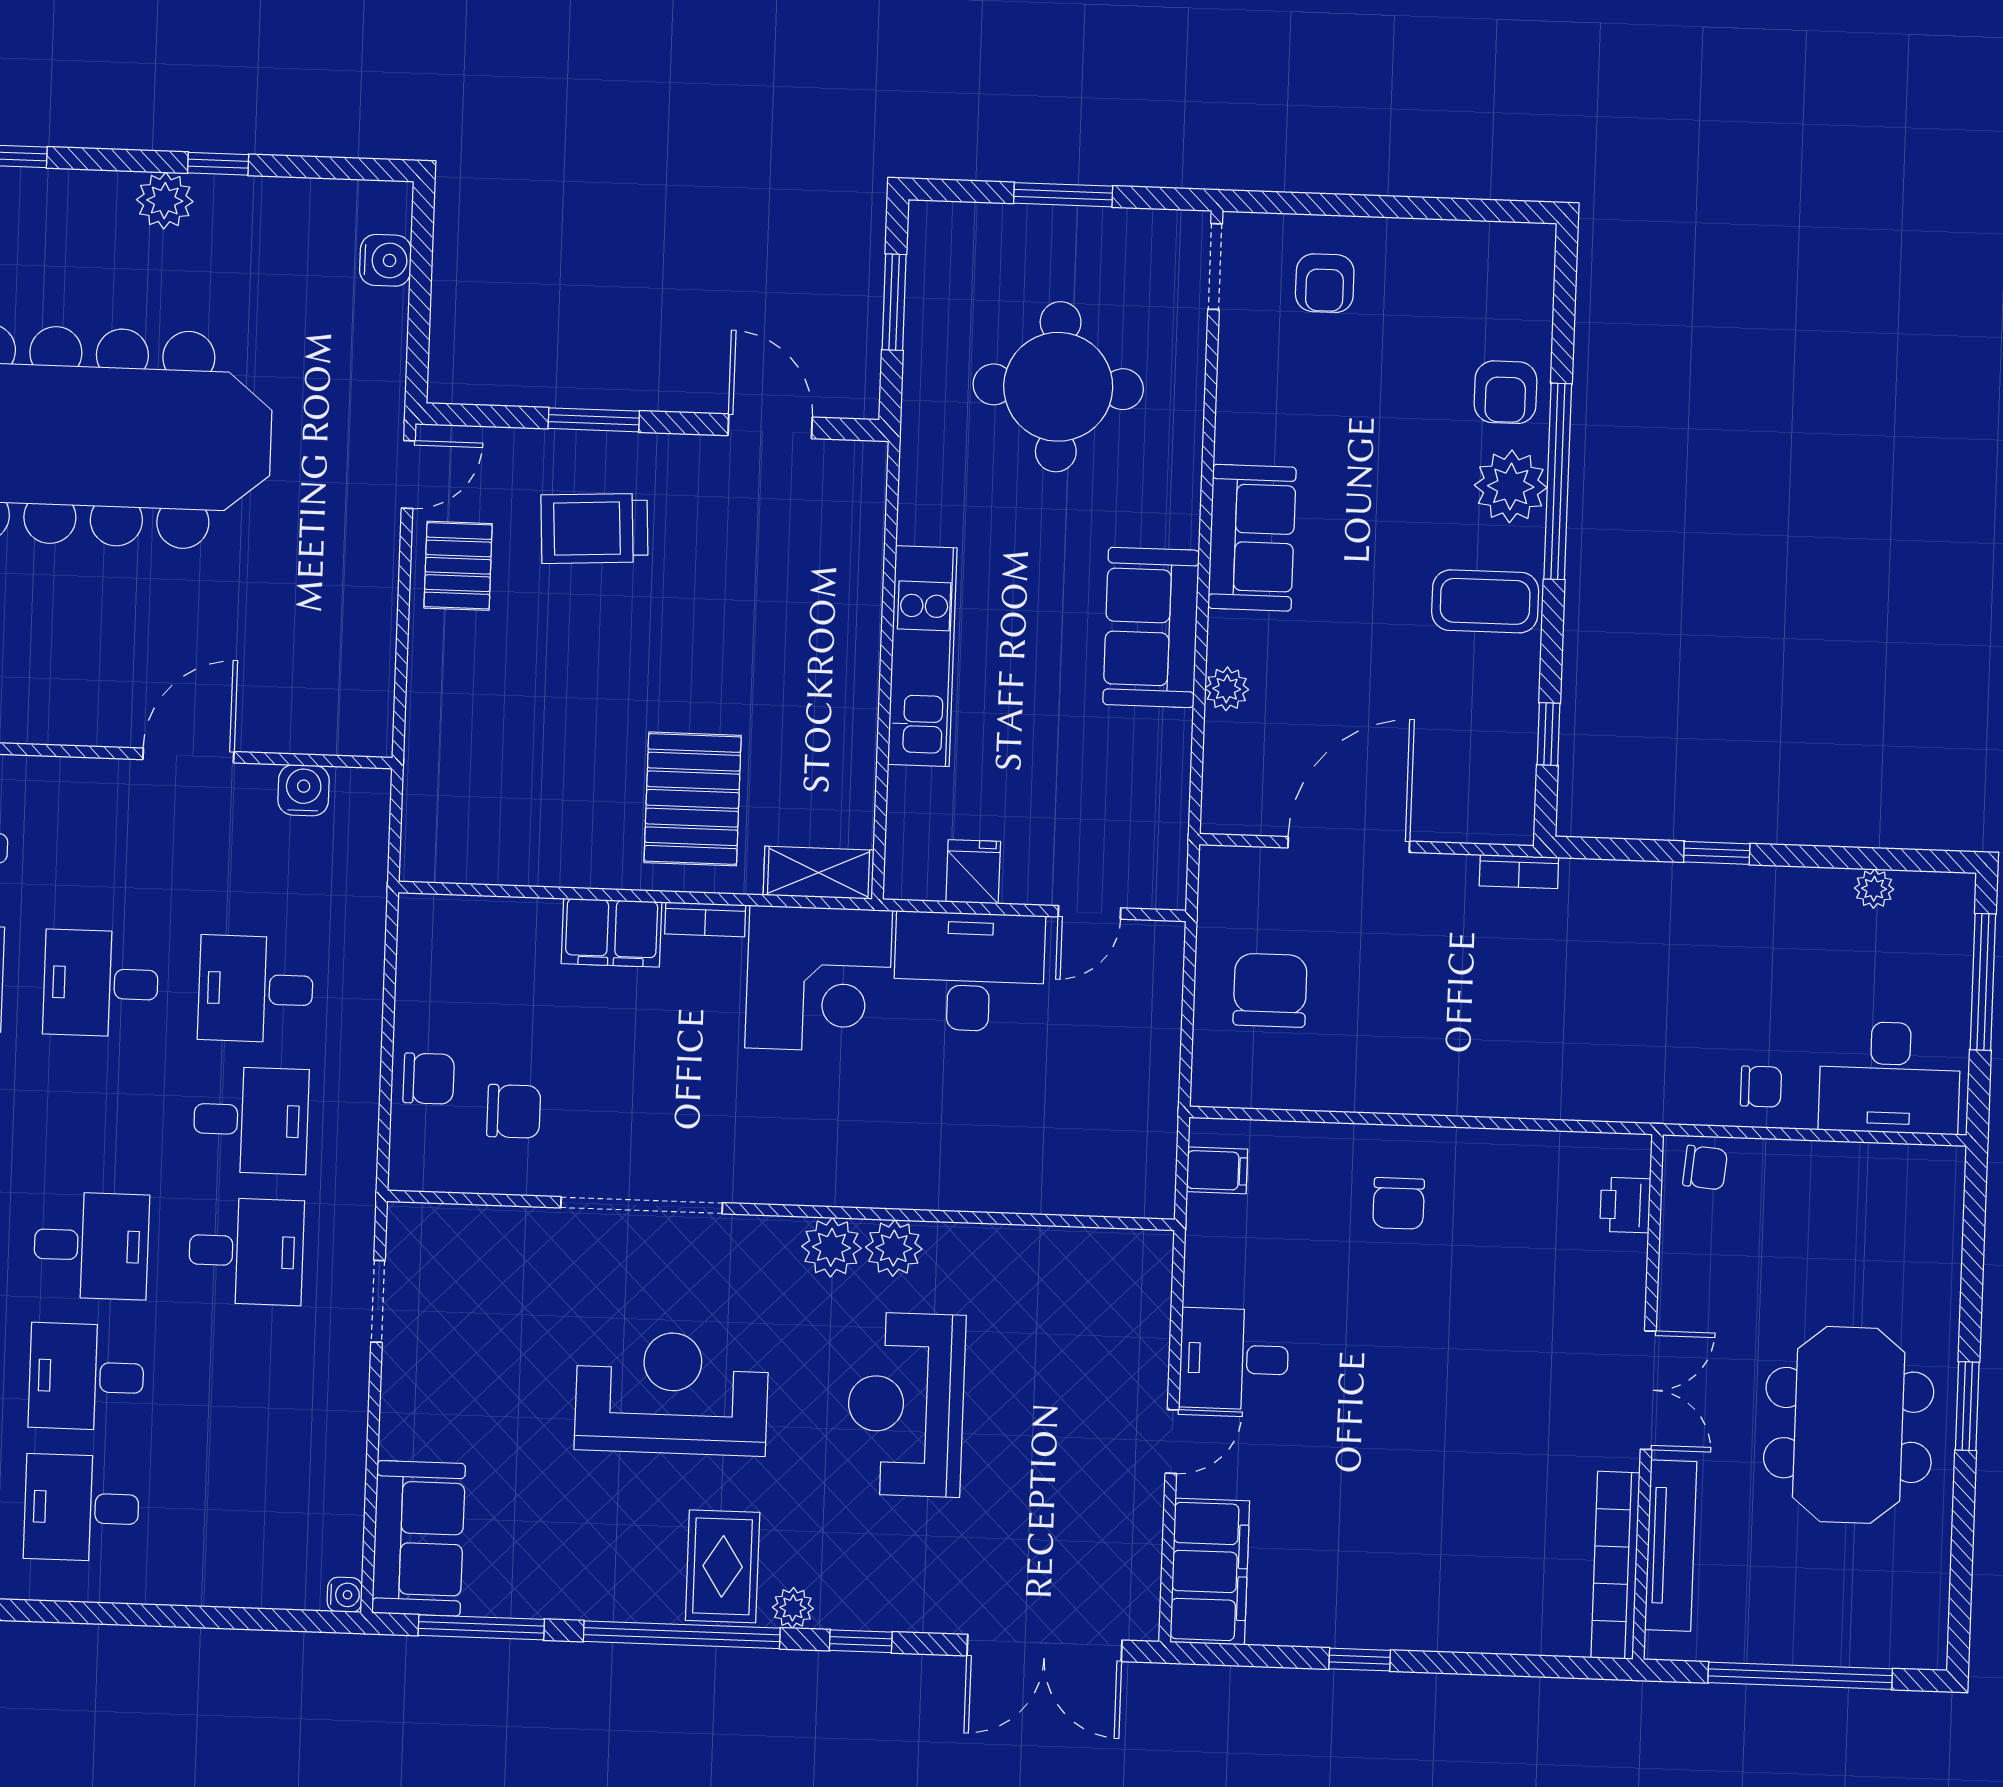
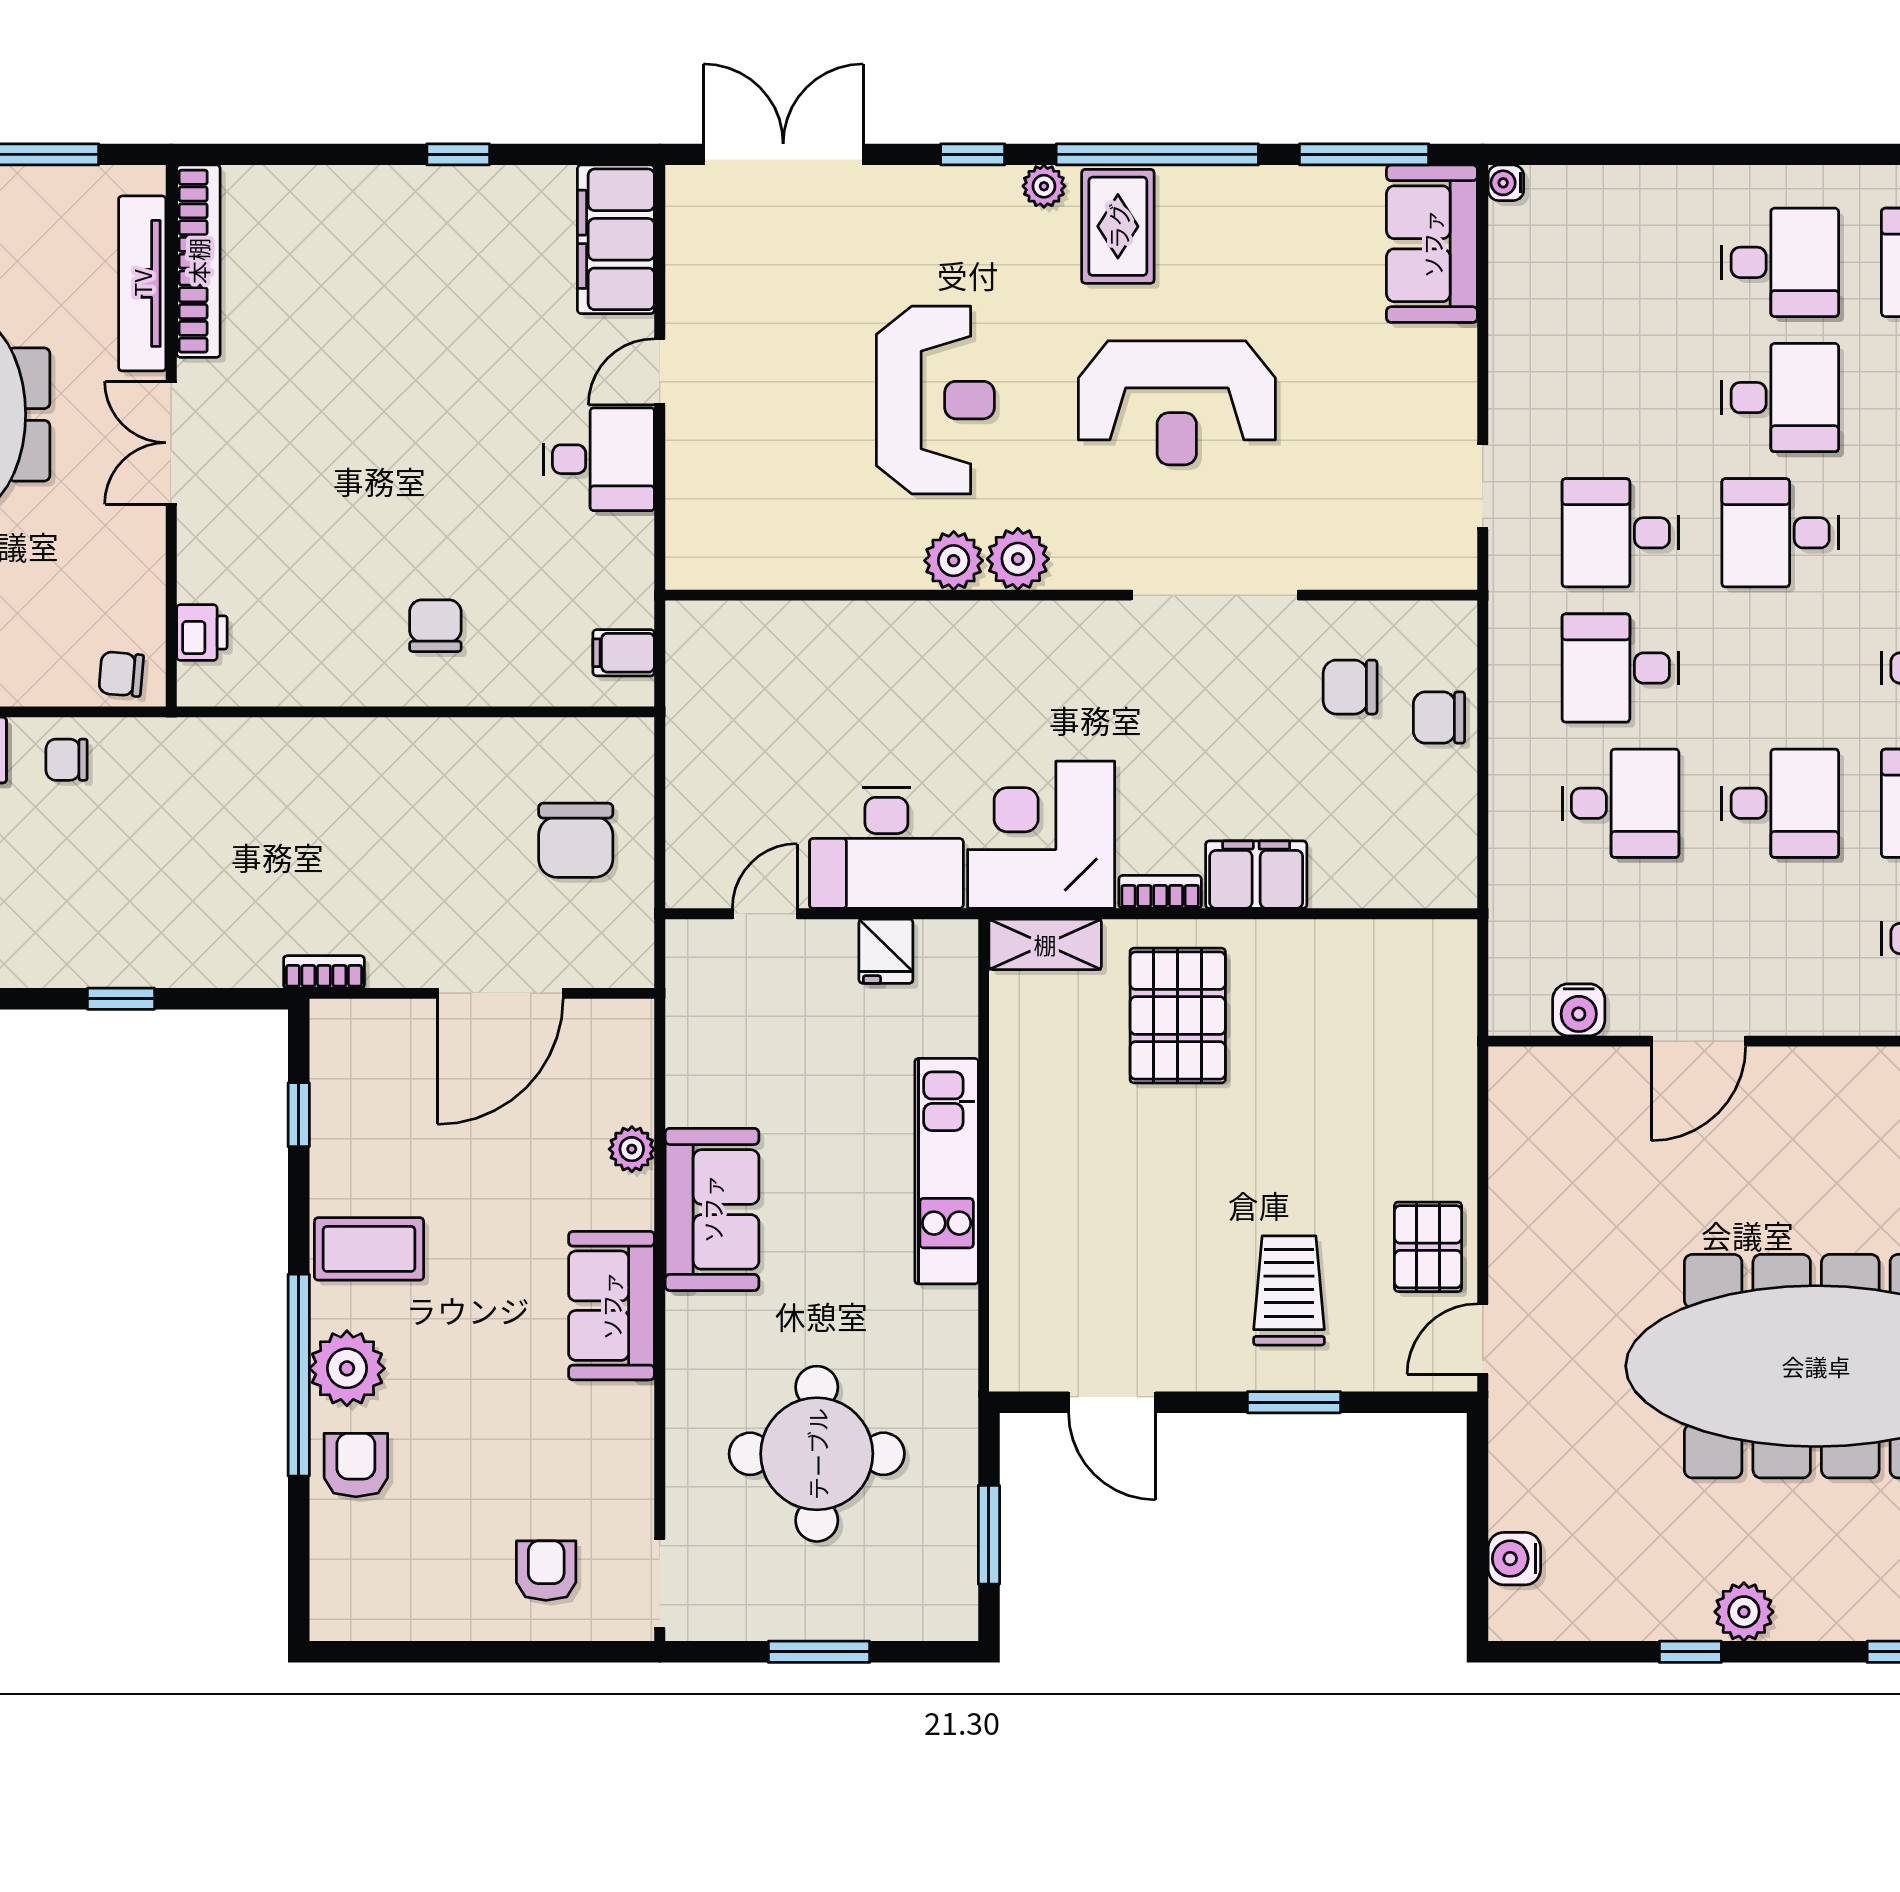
trolley: (594, 528) -> (1289, 1290), turned -87

